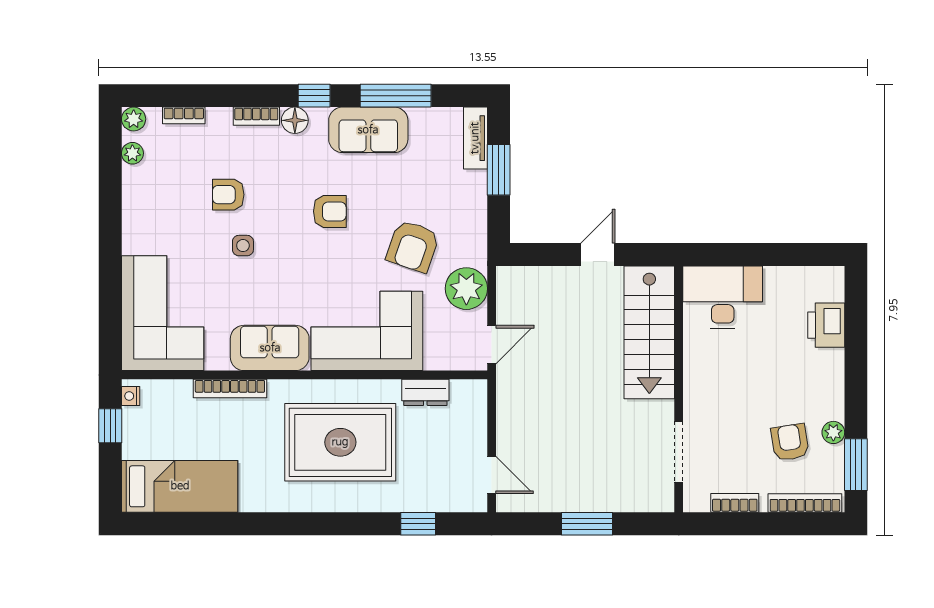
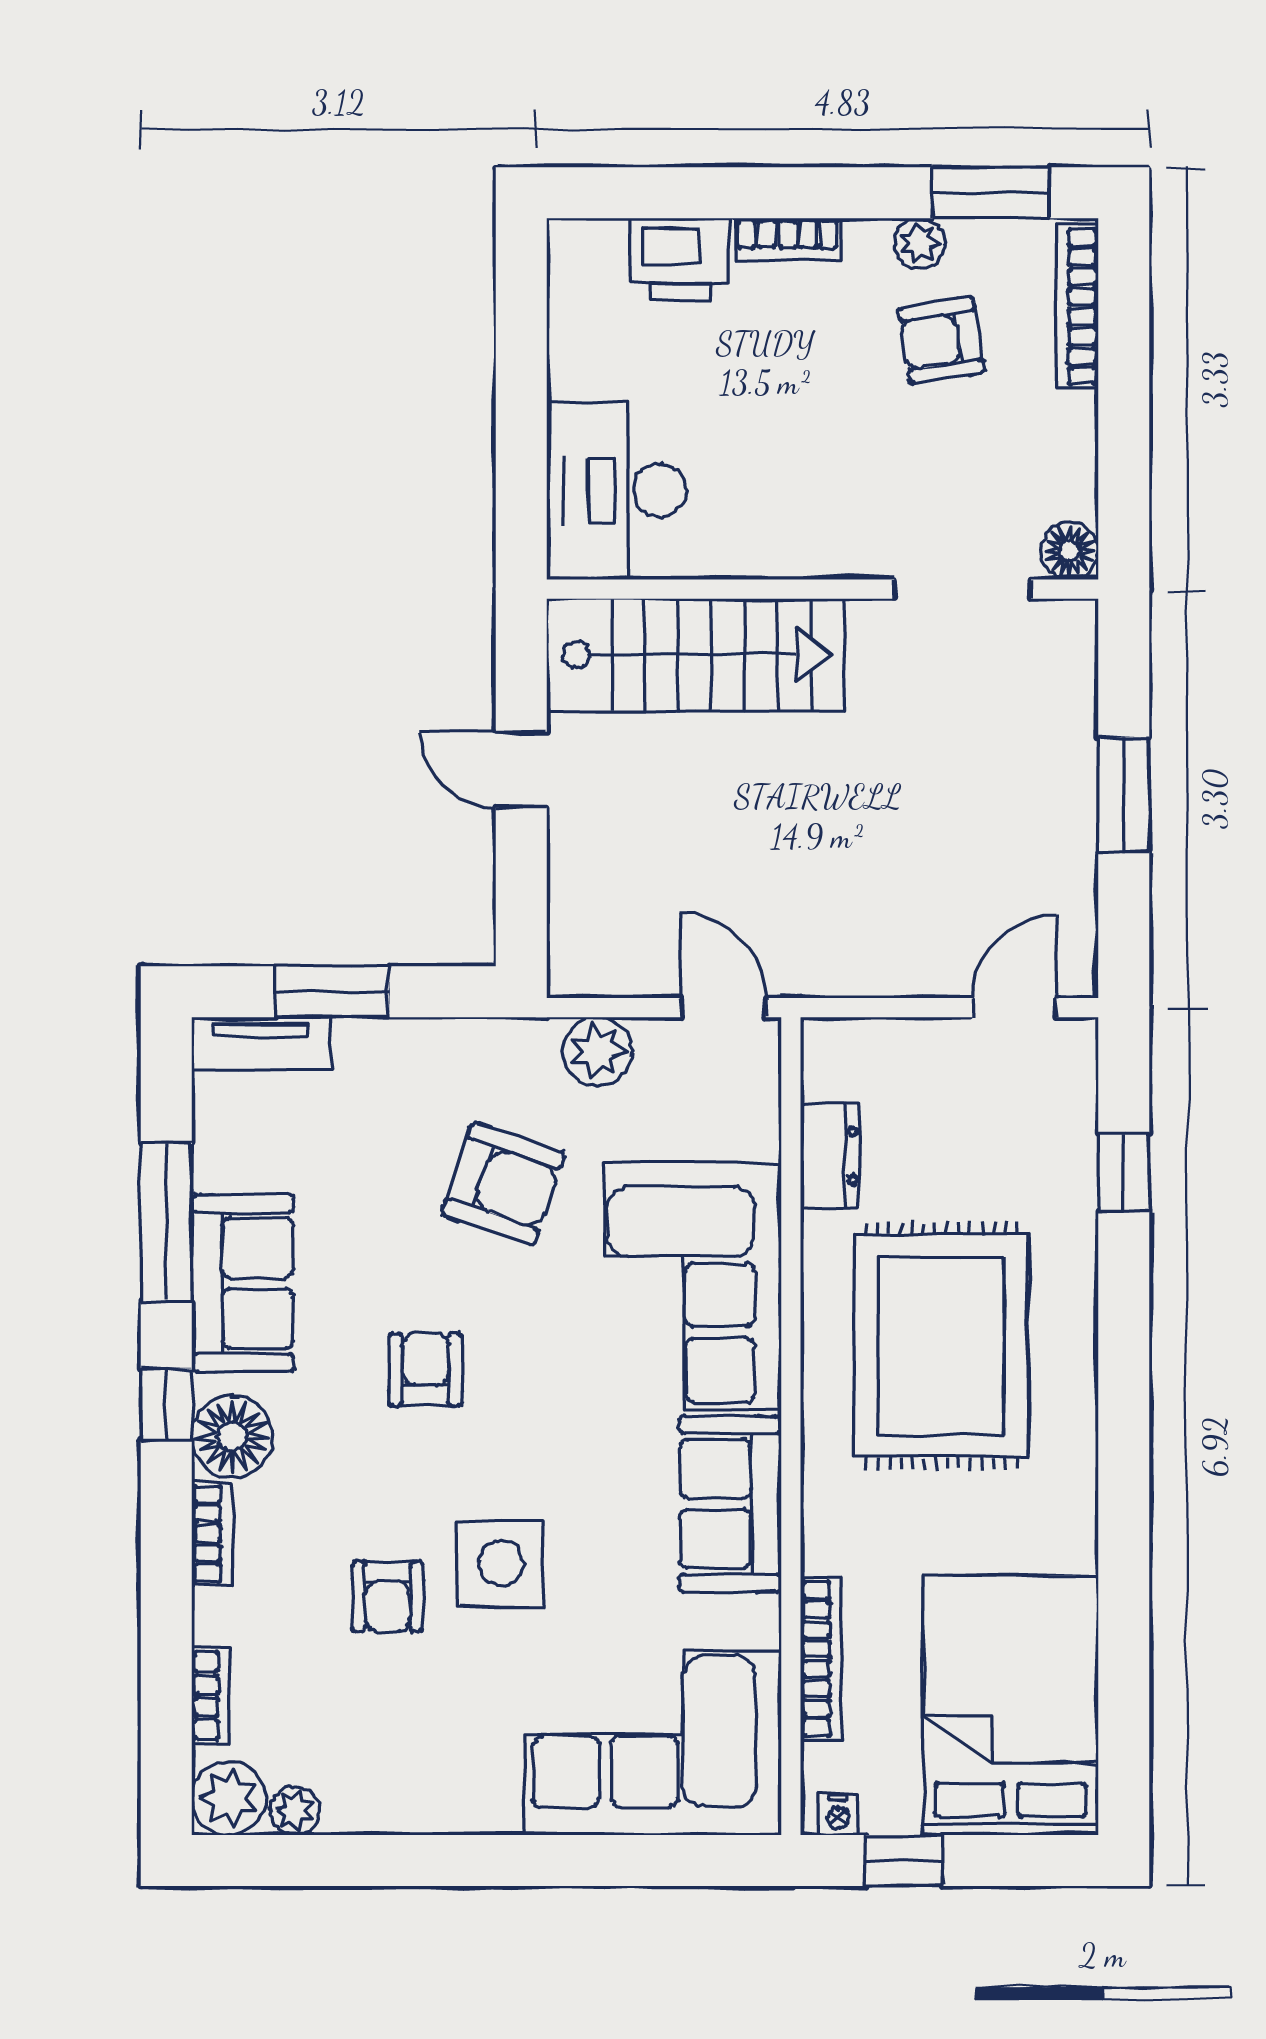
plant: (134, 119) -> (229, 1798), width x1.38, depth x1.38
floor lamp: (295, 120) -> (232, 1436), width x1.38, depth x1.38
side table: (243, 246) -> (501, 1564), width x1.87, depth x1.87
plant: (466, 289) -> (598, 1052), width x0.73, depth x0.73
bookcase: (230, 389) -> (821, 1659), moved
bed: (180, 486) -> (1011, 1705), width x1.50
floor lamp: (696, 500) -> (1070, 551), added
bookcase: (735, 503) -> (787, 239), moved, turned -90

